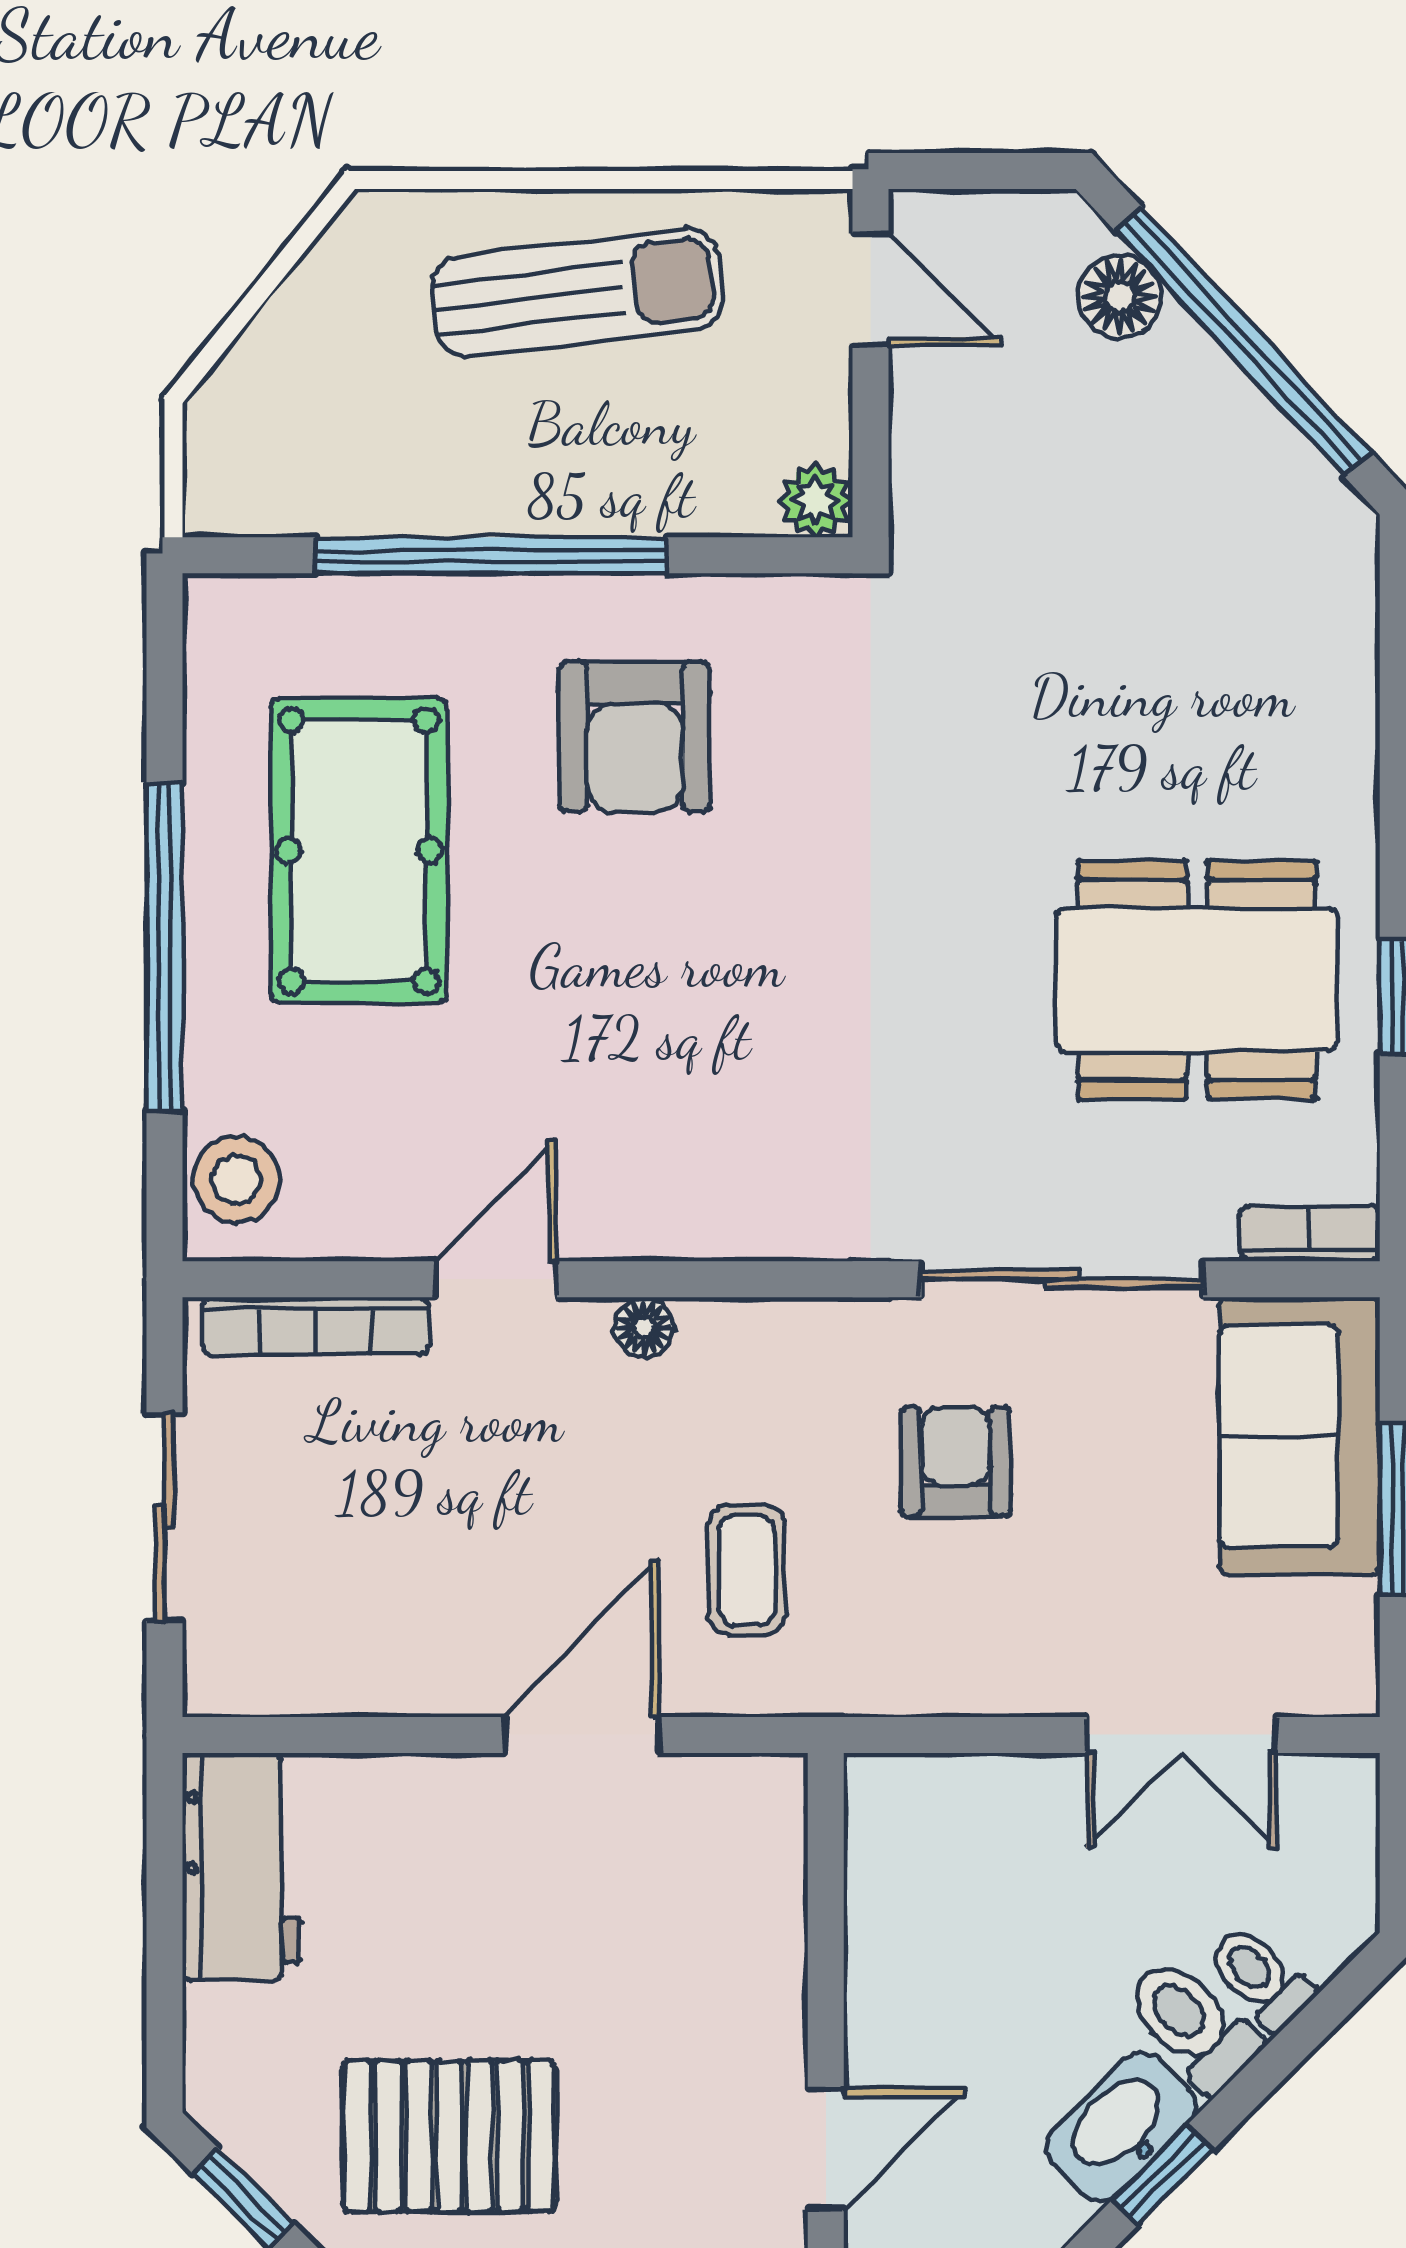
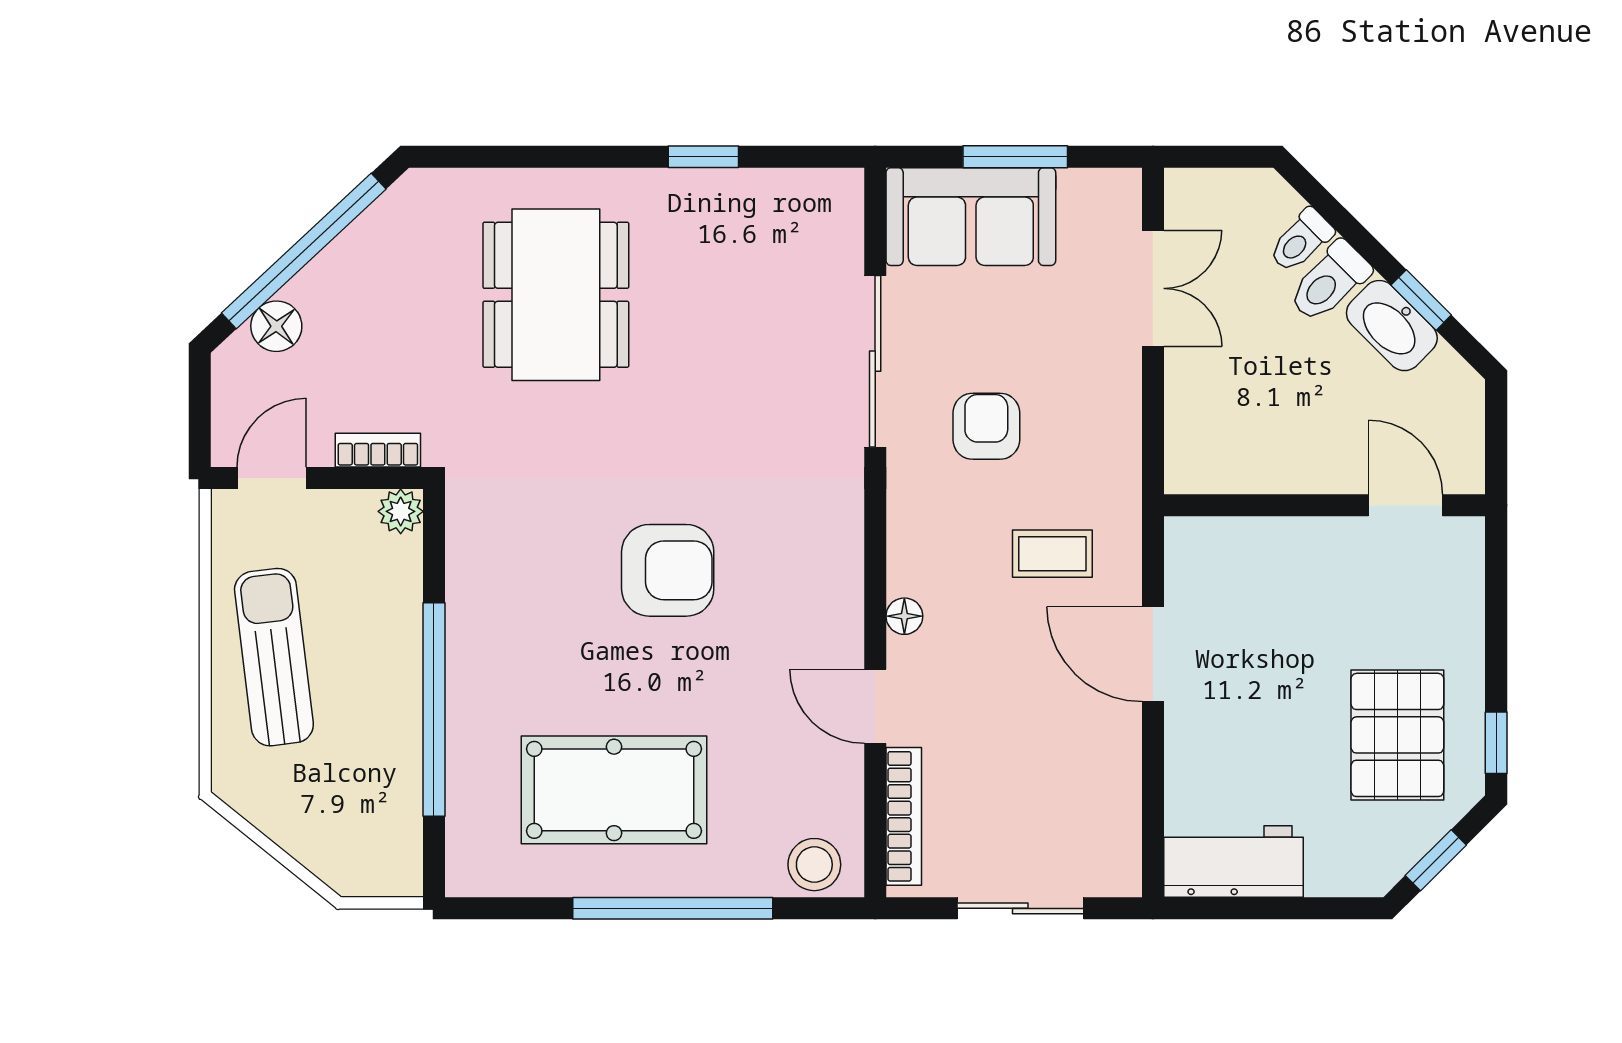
armchair: (635, 737) -> (668, 570), moved
dining table: (1197, 980) -> (556, 295), moved
bookcase: (1310, 1233) -> (378, 450), moved, turned 90
armchair: (955, 1462) -> (986, 426), turned 90

